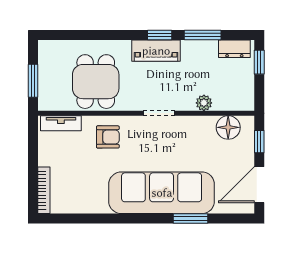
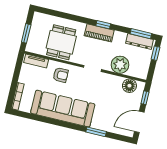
window: (203, 35) -> (141, 34), moved
dresser: (234, 49) -> (139, 41), width x1.44
plant: (204, 103) -> (120, 65), width x1.88, depth x1.88
sofa: (162, 193) -> (63, 109), moved

